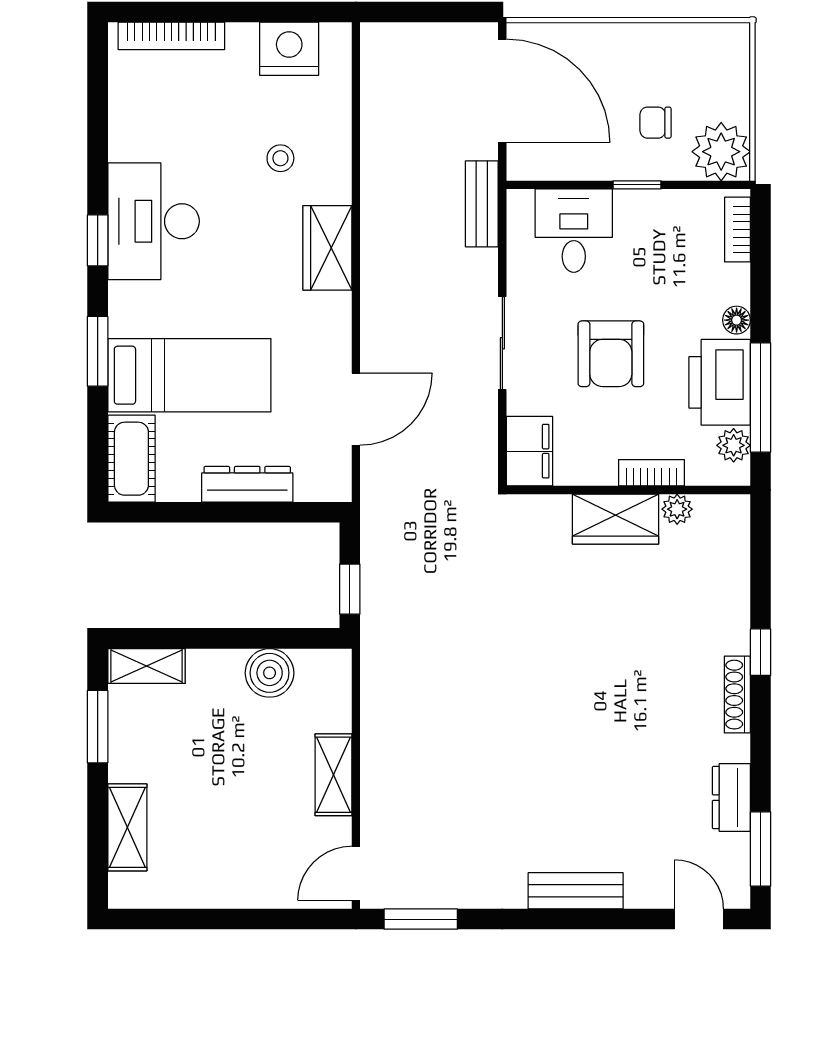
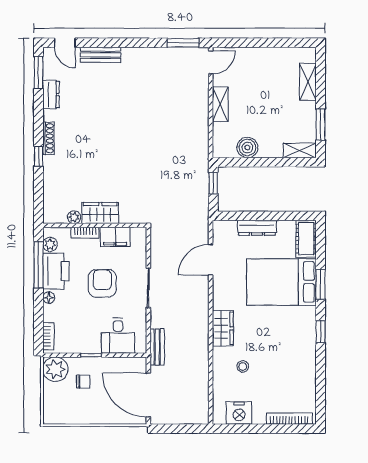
desk: (154, 221) -> (297, 340), removed
bed: (189, 375) -> (282, 282), width x1.50
filing cabinet: (530, 451) -> (115, 237), moved, turned -90
bench: (576, 891) -> (101, 55), moved

